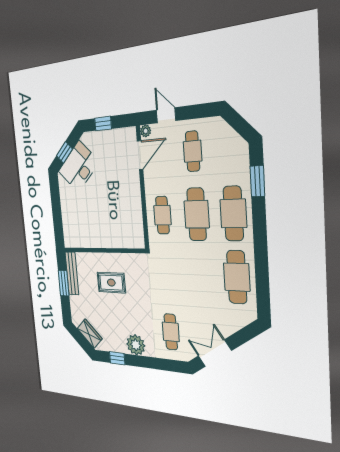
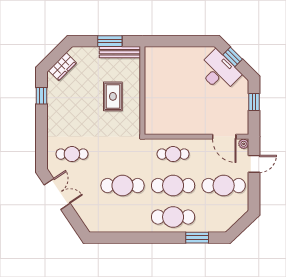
cafe table: (193, 151) -> (224, 186), width x1.37, depth x1.35
cafe table: (237, 277) -> (122, 186), moved
plant: (136, 345) -> (57, 117), removed

